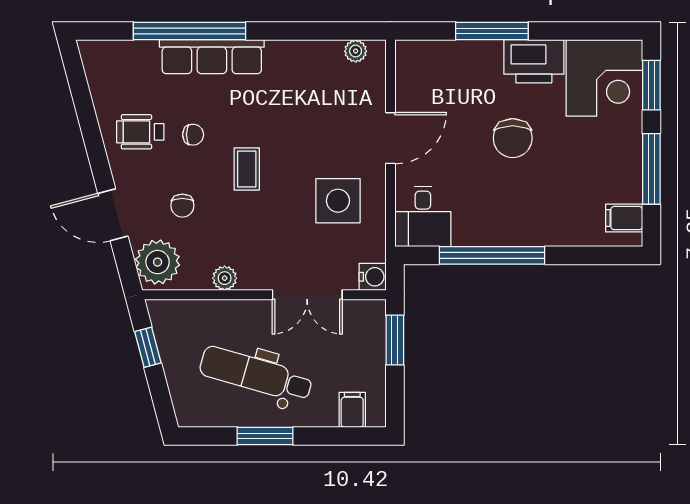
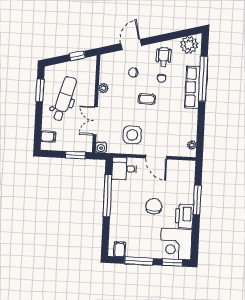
chair: (513, 138) -> (154, 206), turned 90
plant: (158, 262) -> (189, 45), moved
window: (265, 436) -> (40, 90), moved

